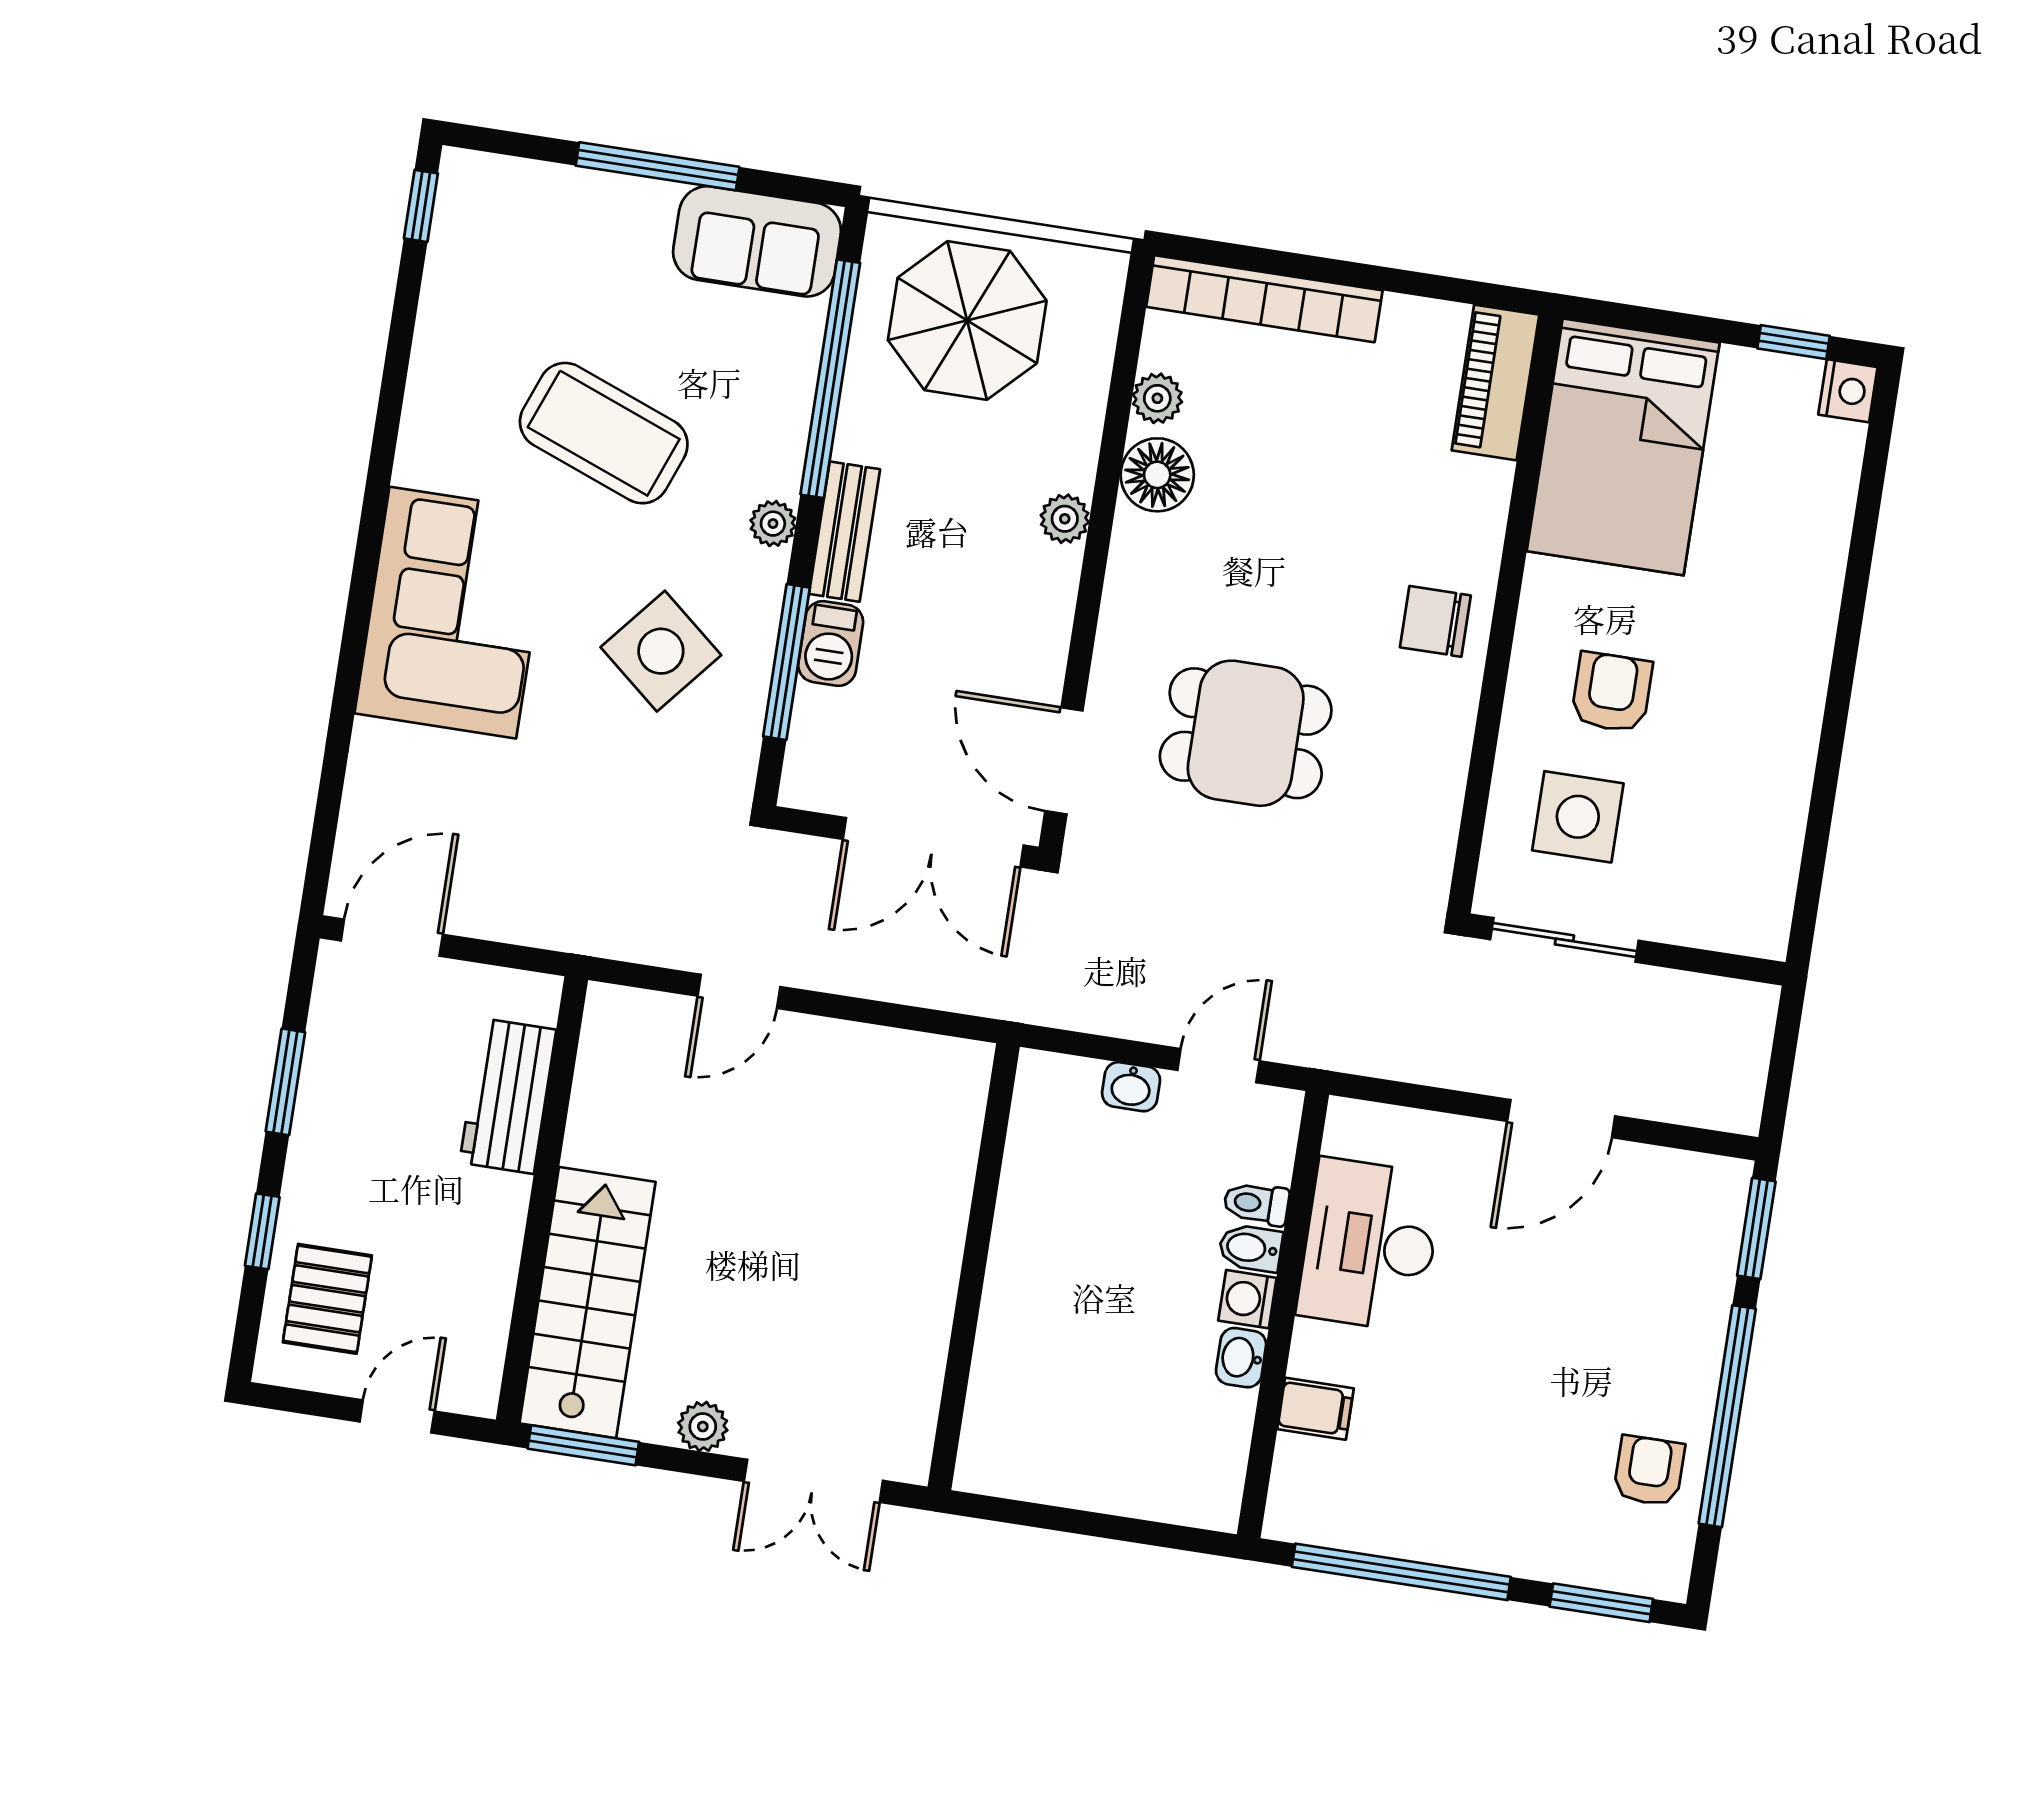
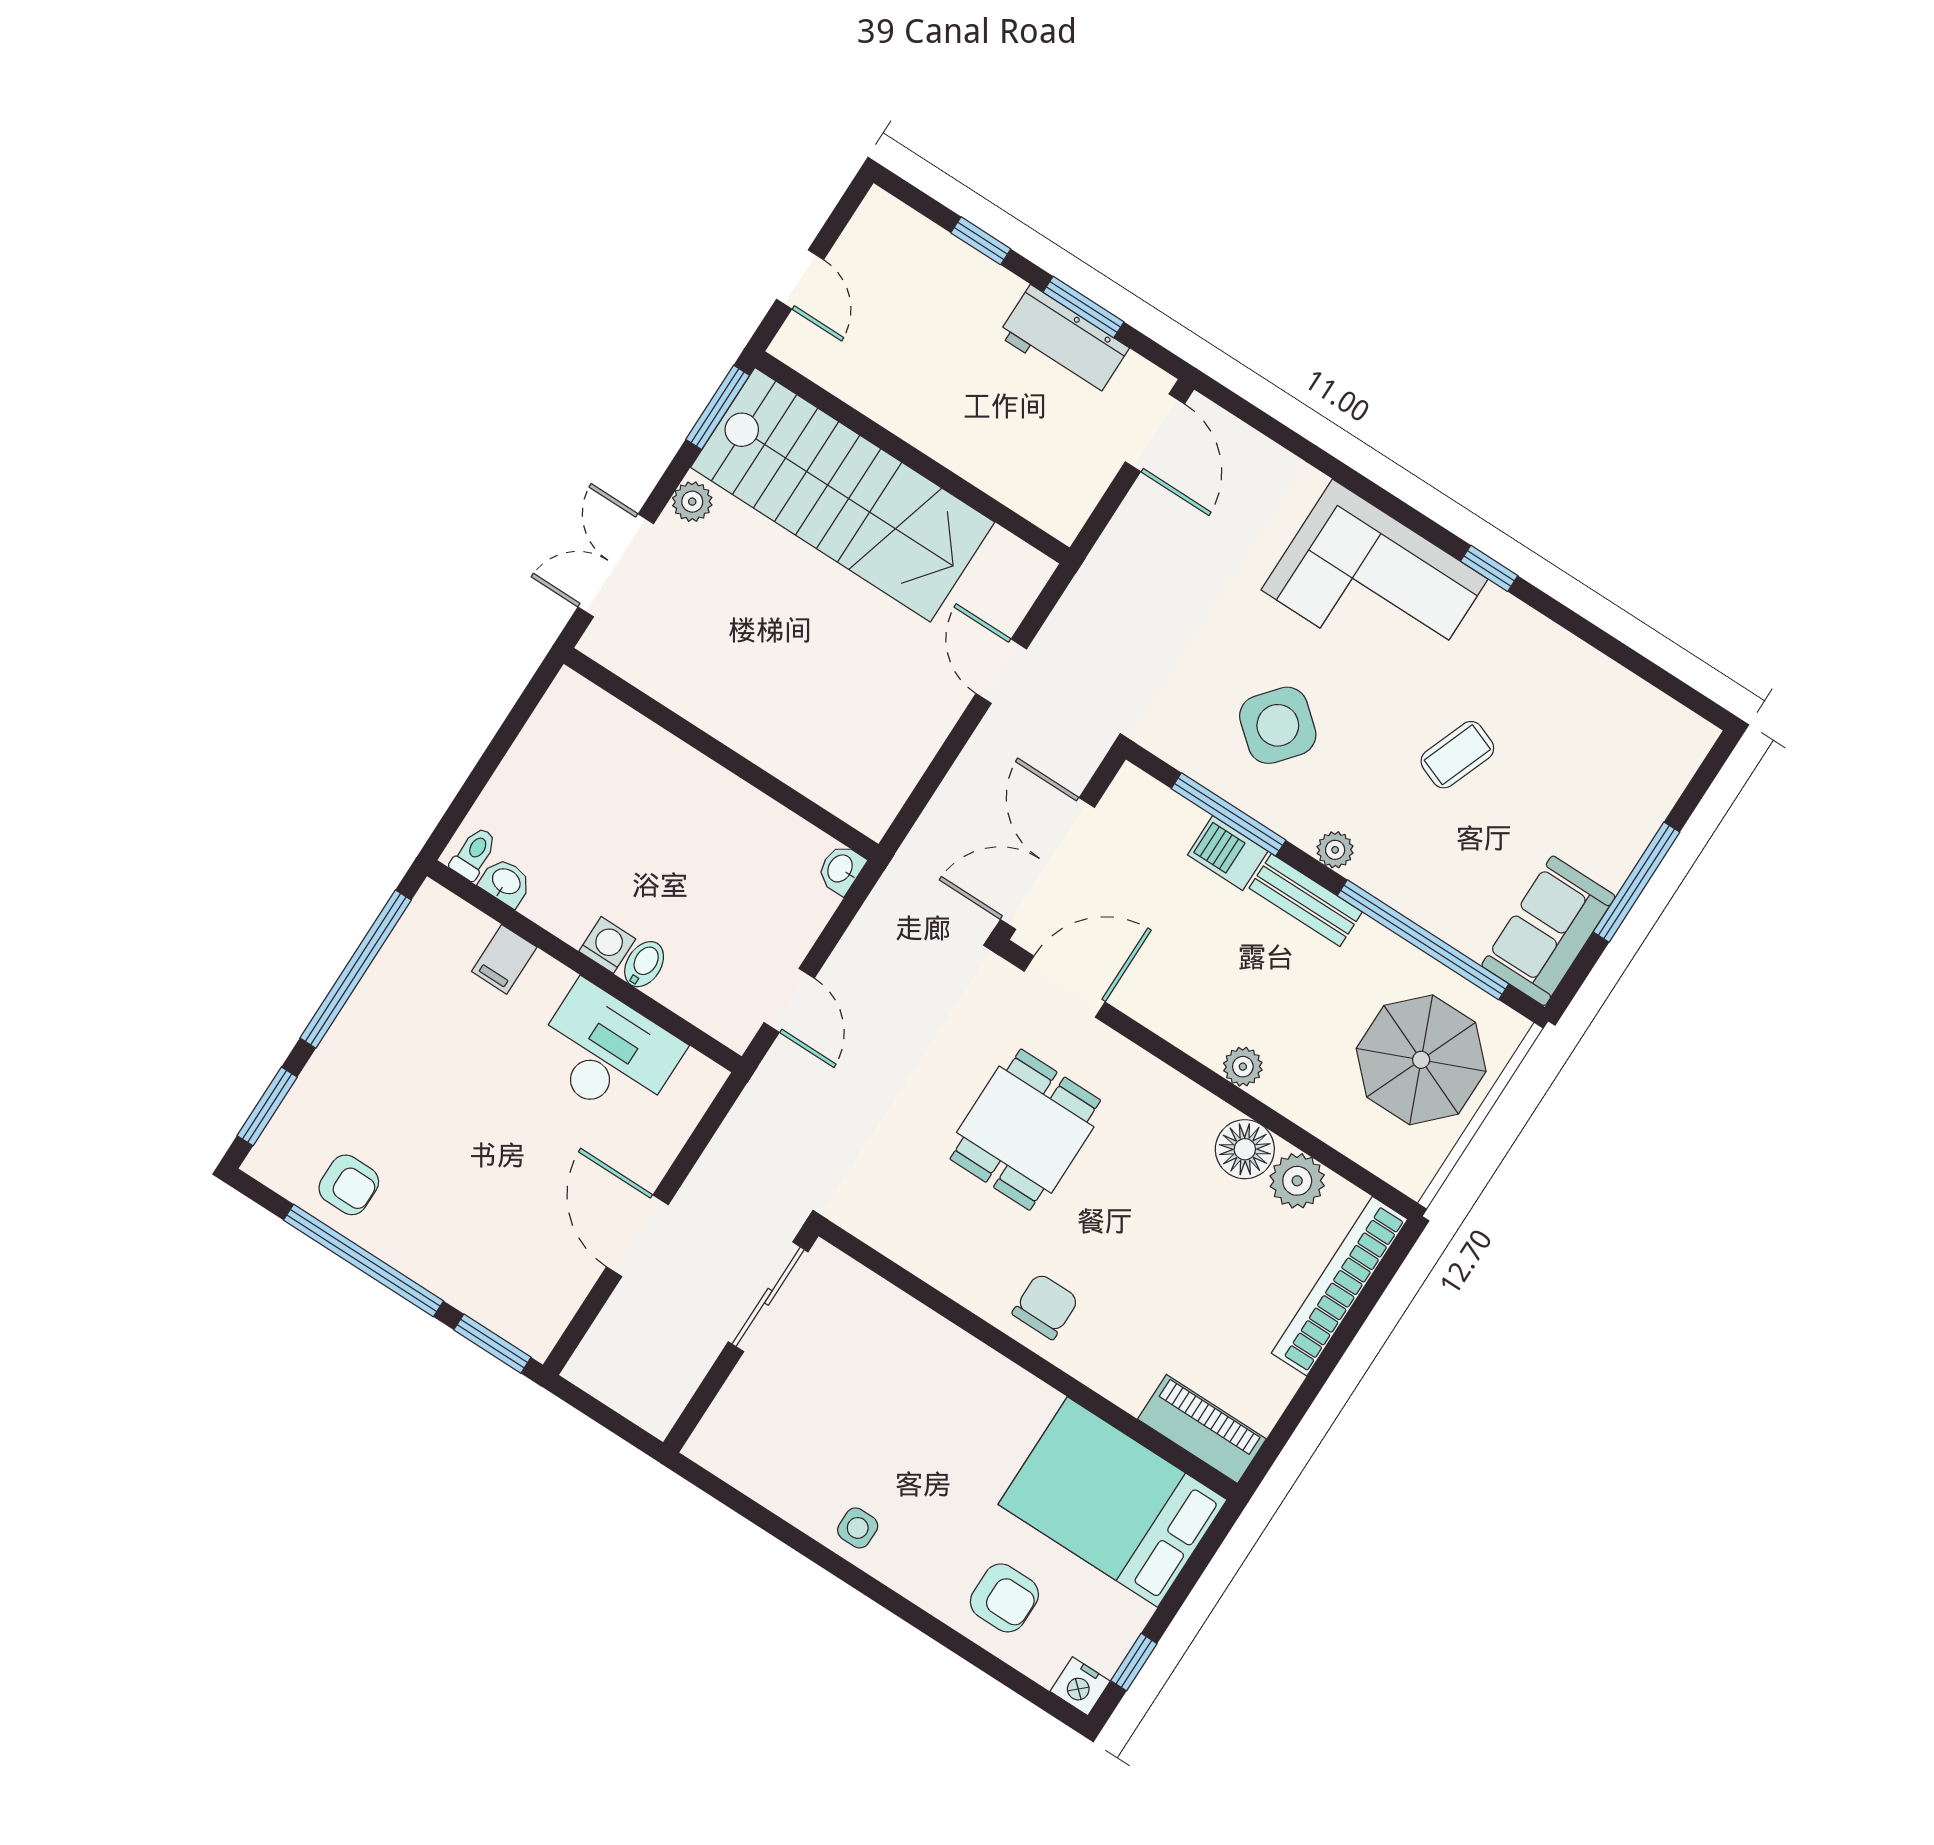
window: (421, 206) -> (1489, 568), moved
plant: (1157, 398) -> (1297, 1181), width x1.38, depth x1.38
coffee table: (604, 433) -> (1457, 755), width x0.54, depth x0.58
armchair: (1612, 692) -> (1004, 1598), moved
side table: (1578, 817) -> (858, 1528), moved, width x0.54, depth x0.54
washbasin: (1131, 1087) -> (841, 869), moved
workbench: (508, 1096) -> (1063, 342), moved, turned 180
toilet: (1256, 1204) -> (474, 853), moved
pallet: (327, 1299) -> (910, 267), removed
stairs: (587, 1303) -> (843, 495), width x1.36, depth x1.51
washbasin: (1241, 1358) -> (506, 882), moved

